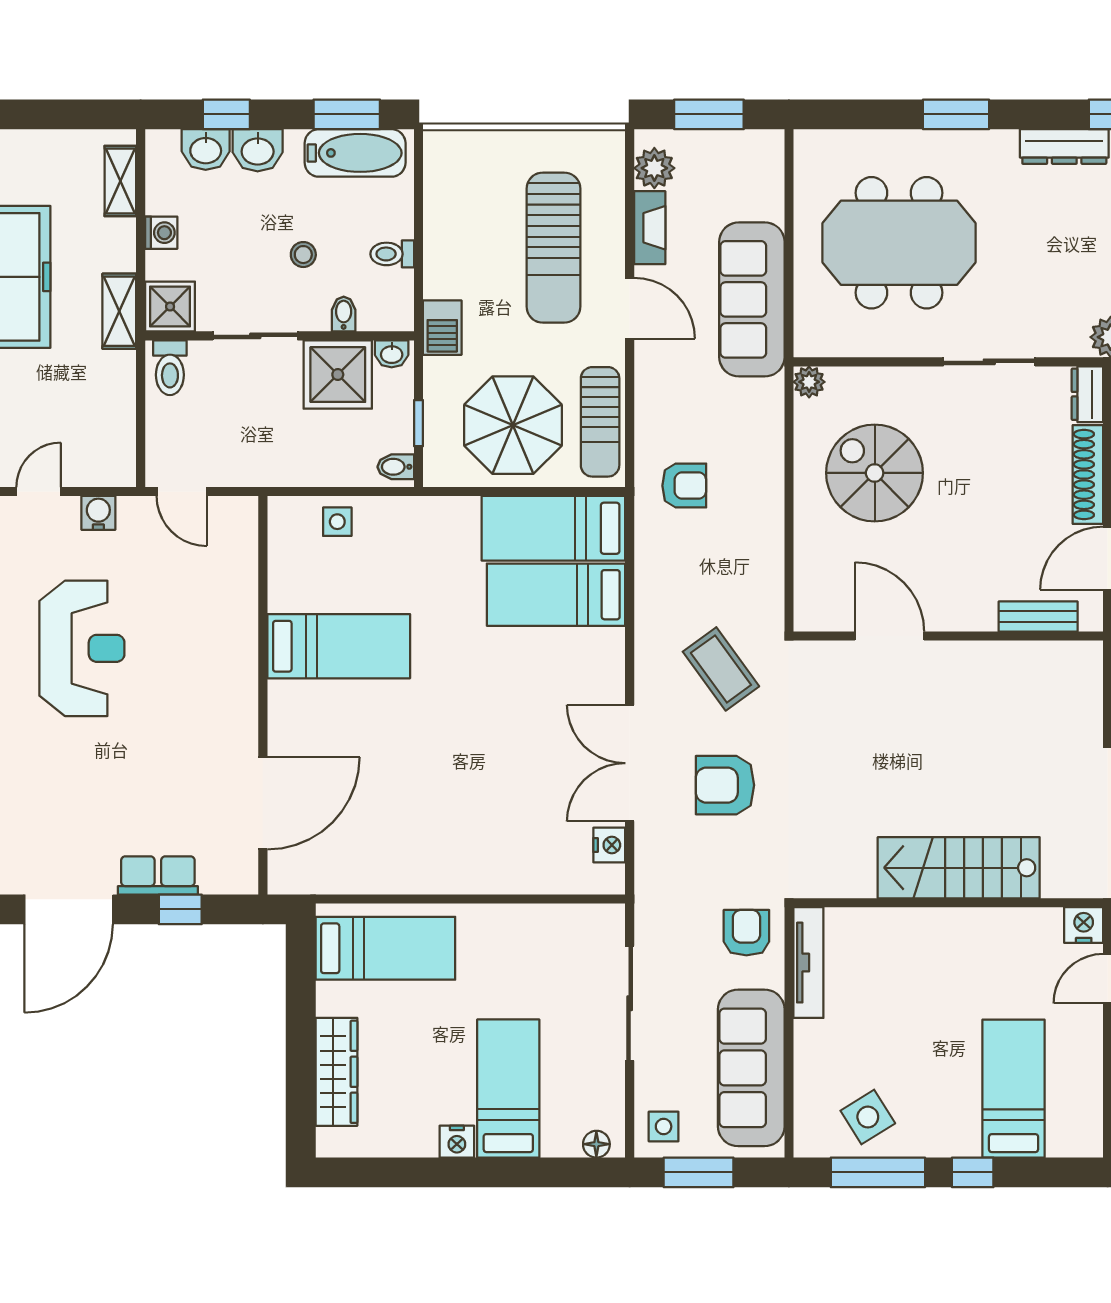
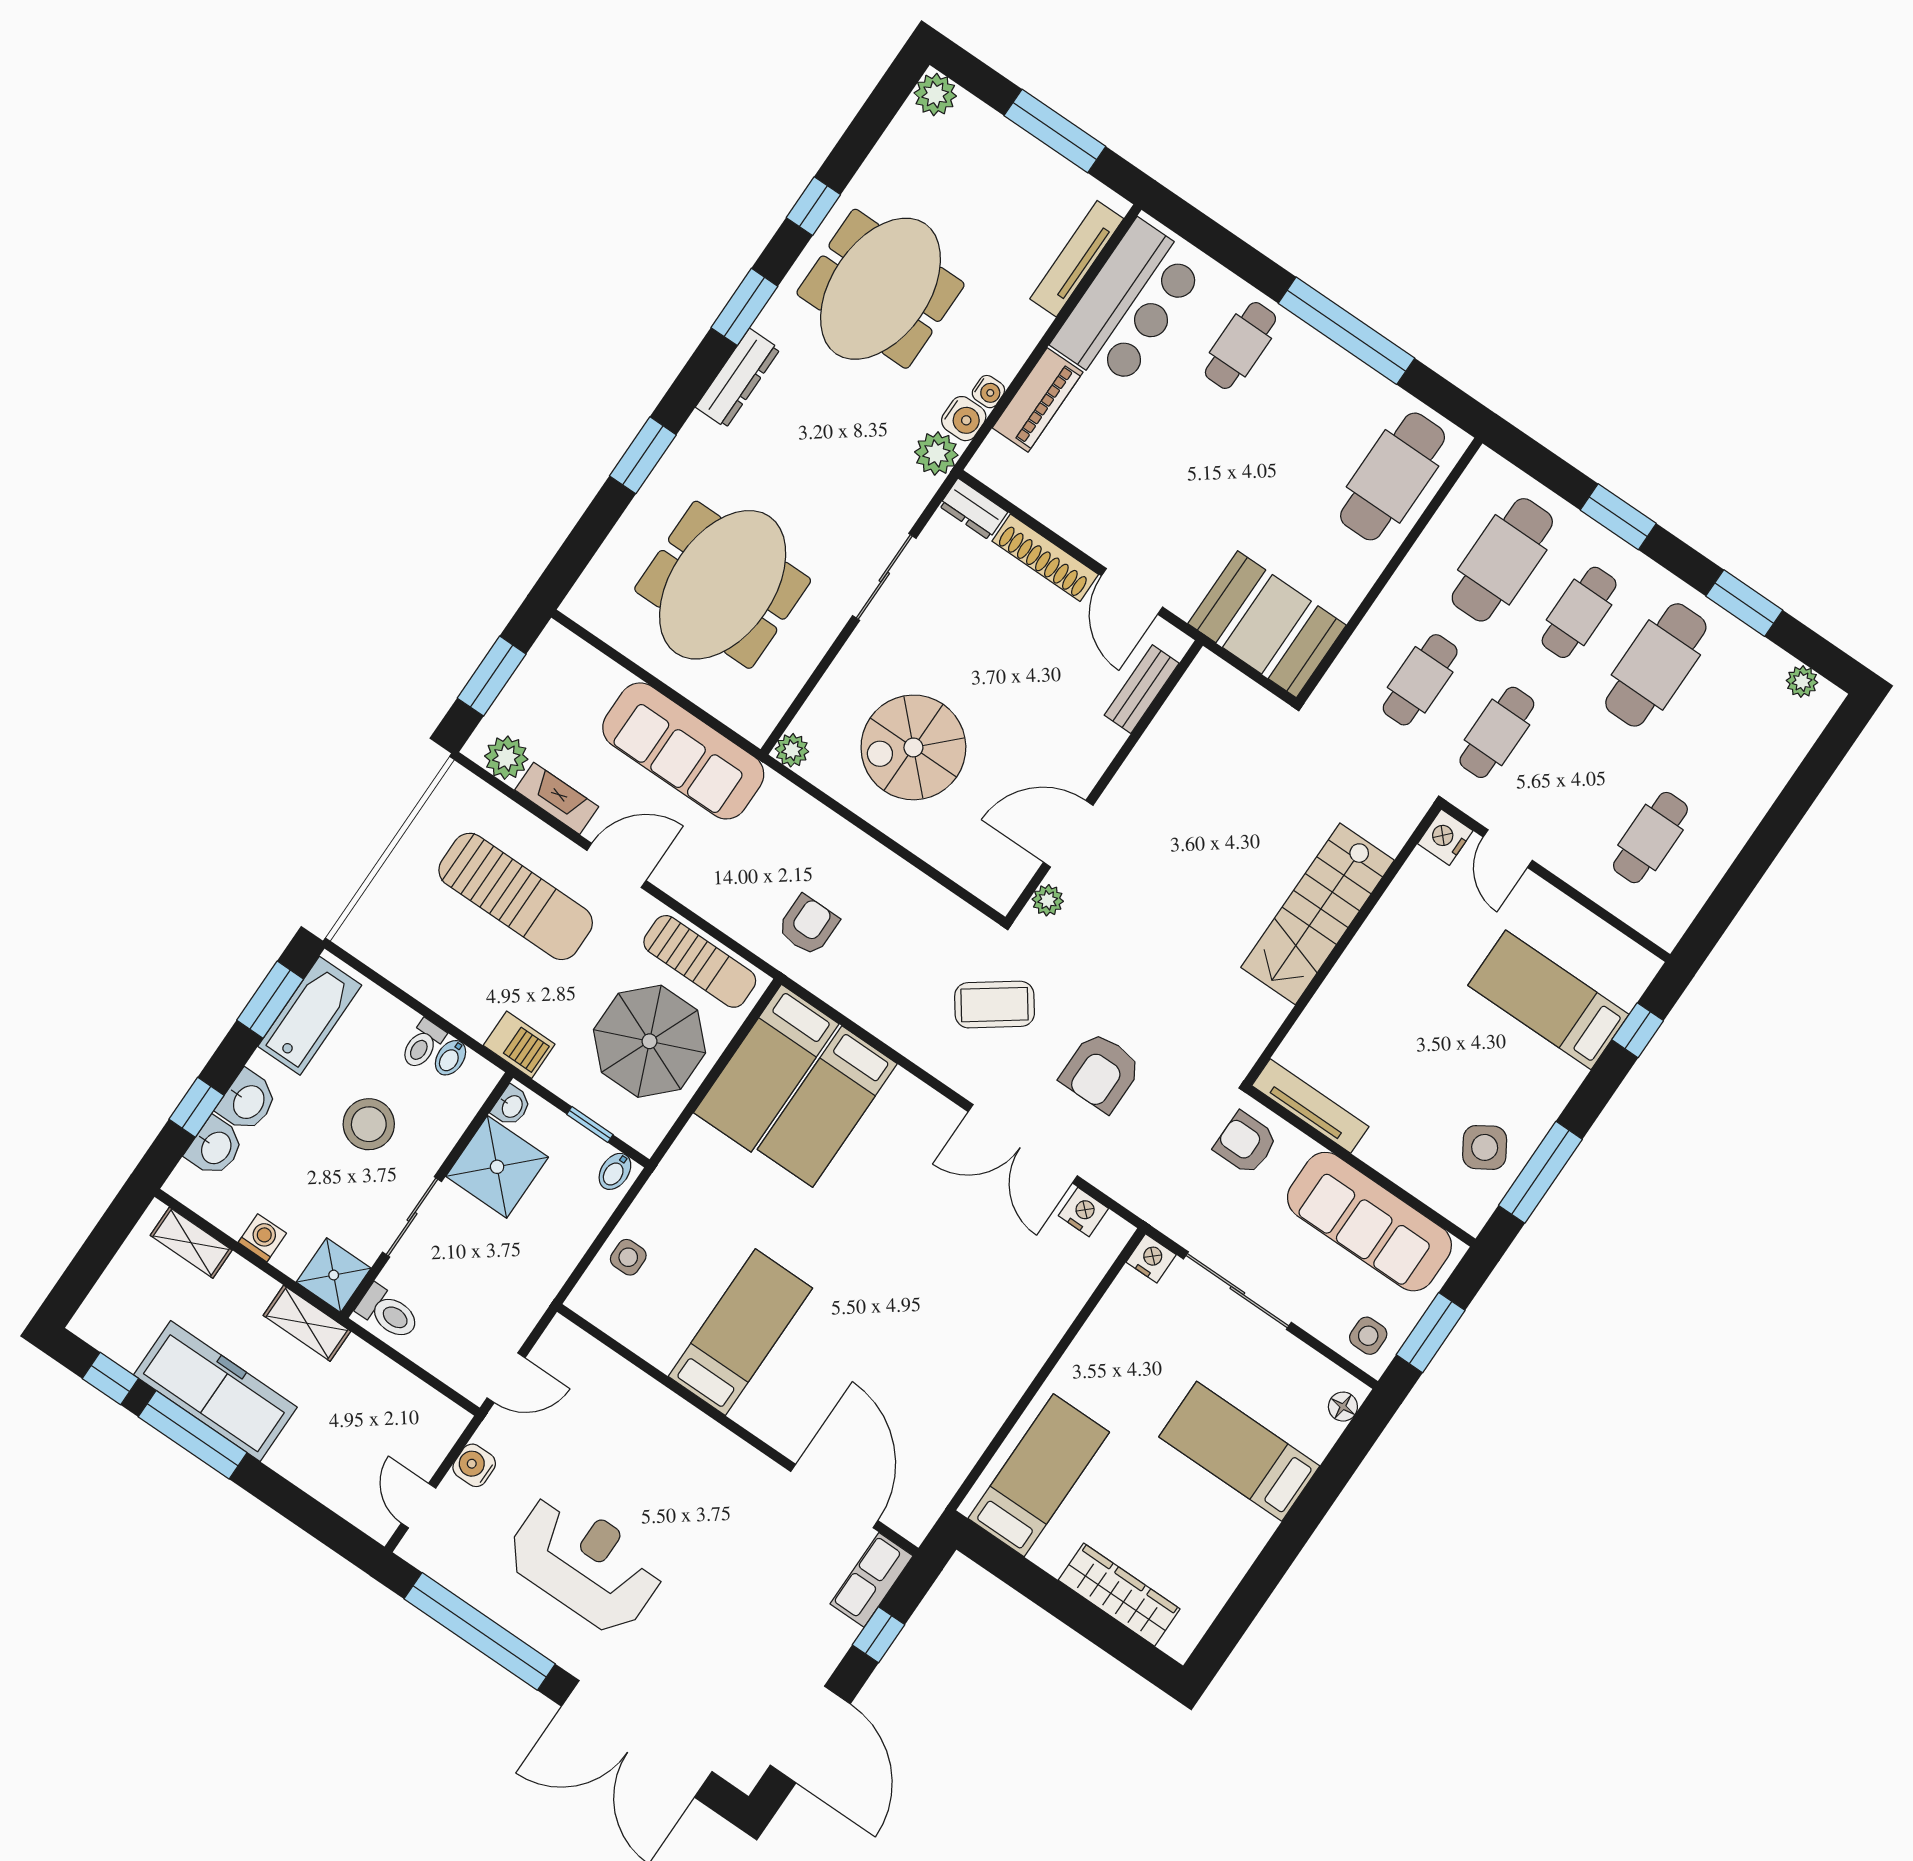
stool: (303, 255) -> (369, 1124), width x1.89, depth x1.89
bidet: (344, 314) -> (451, 1058), moved, turned -90
plant: (828, 655) -> (1048, 900), added
row of seats: (158, 875) -> (872, 1580), moved
nightstand: (457, 1142) -> (1151, 1258), moved, turned -90
window: (973, 1172) -> (1638, 1030), moved

